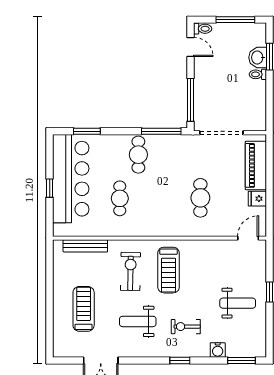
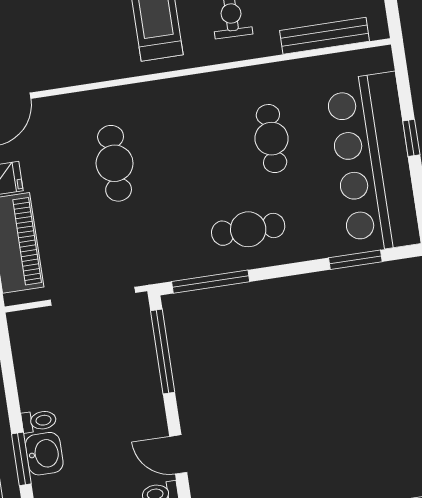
cafe table: (138, 155) -> (248, 229), turned 90

